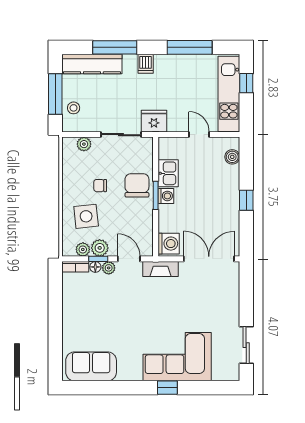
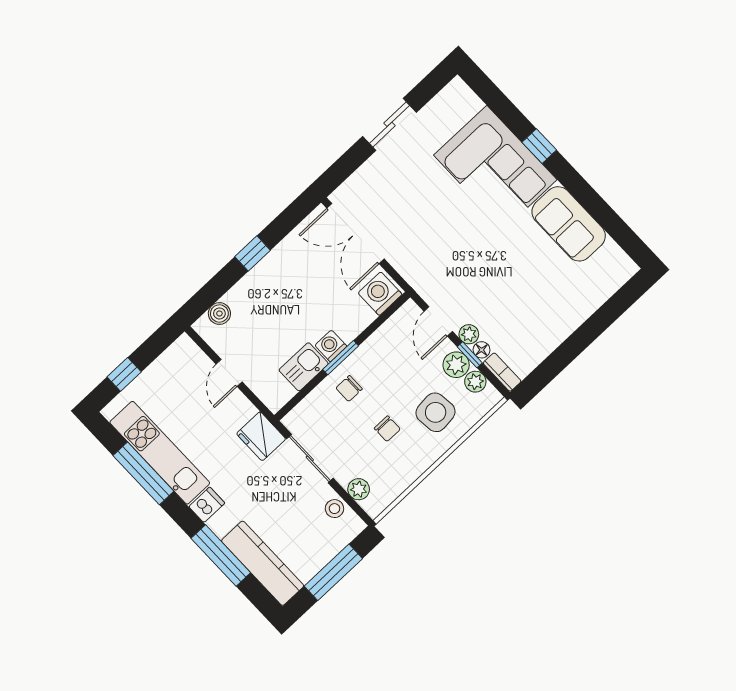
kitchen unit: (229, 94) -> (160, 453), moved, turned -90
stool: (74, 108) -> (334, 509), moved
chair: (137, 185) -> (349, 389), width x0.54, depth x0.54
fireplace: (160, 269) -> (417, 276), removed
sliding door: (246, 345) -> (389, 124), moved
sofa: (91, 366) -> (569, 224), moved

